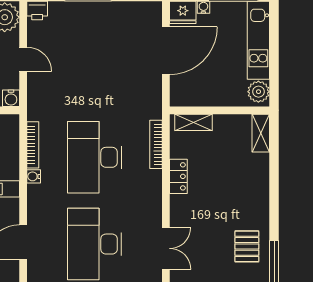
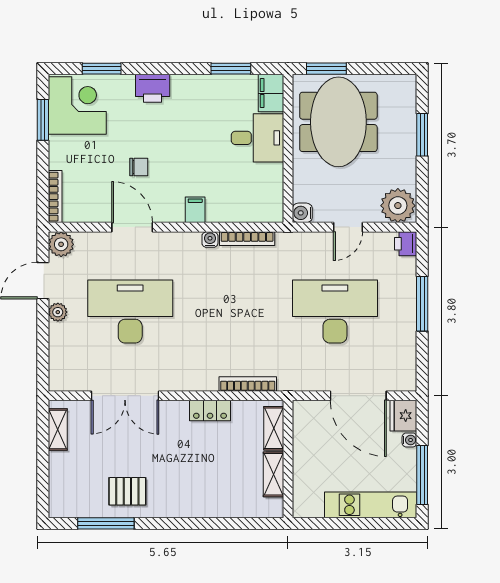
plant: (258, 92) -> (310, 505), removed
shelving: (261, 133) -> (273, 474), moved, turned 90
desk: (95, 157) -> (335, 311), moved
double door: (166, 248) -> (125, 396), width x1.37

